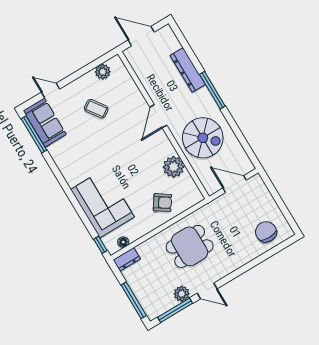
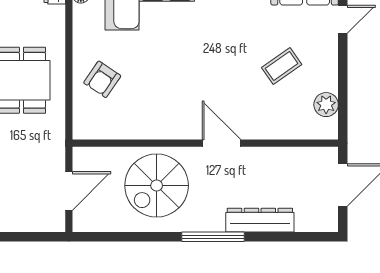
plant: (174, 167) -> (141, 123), removed

